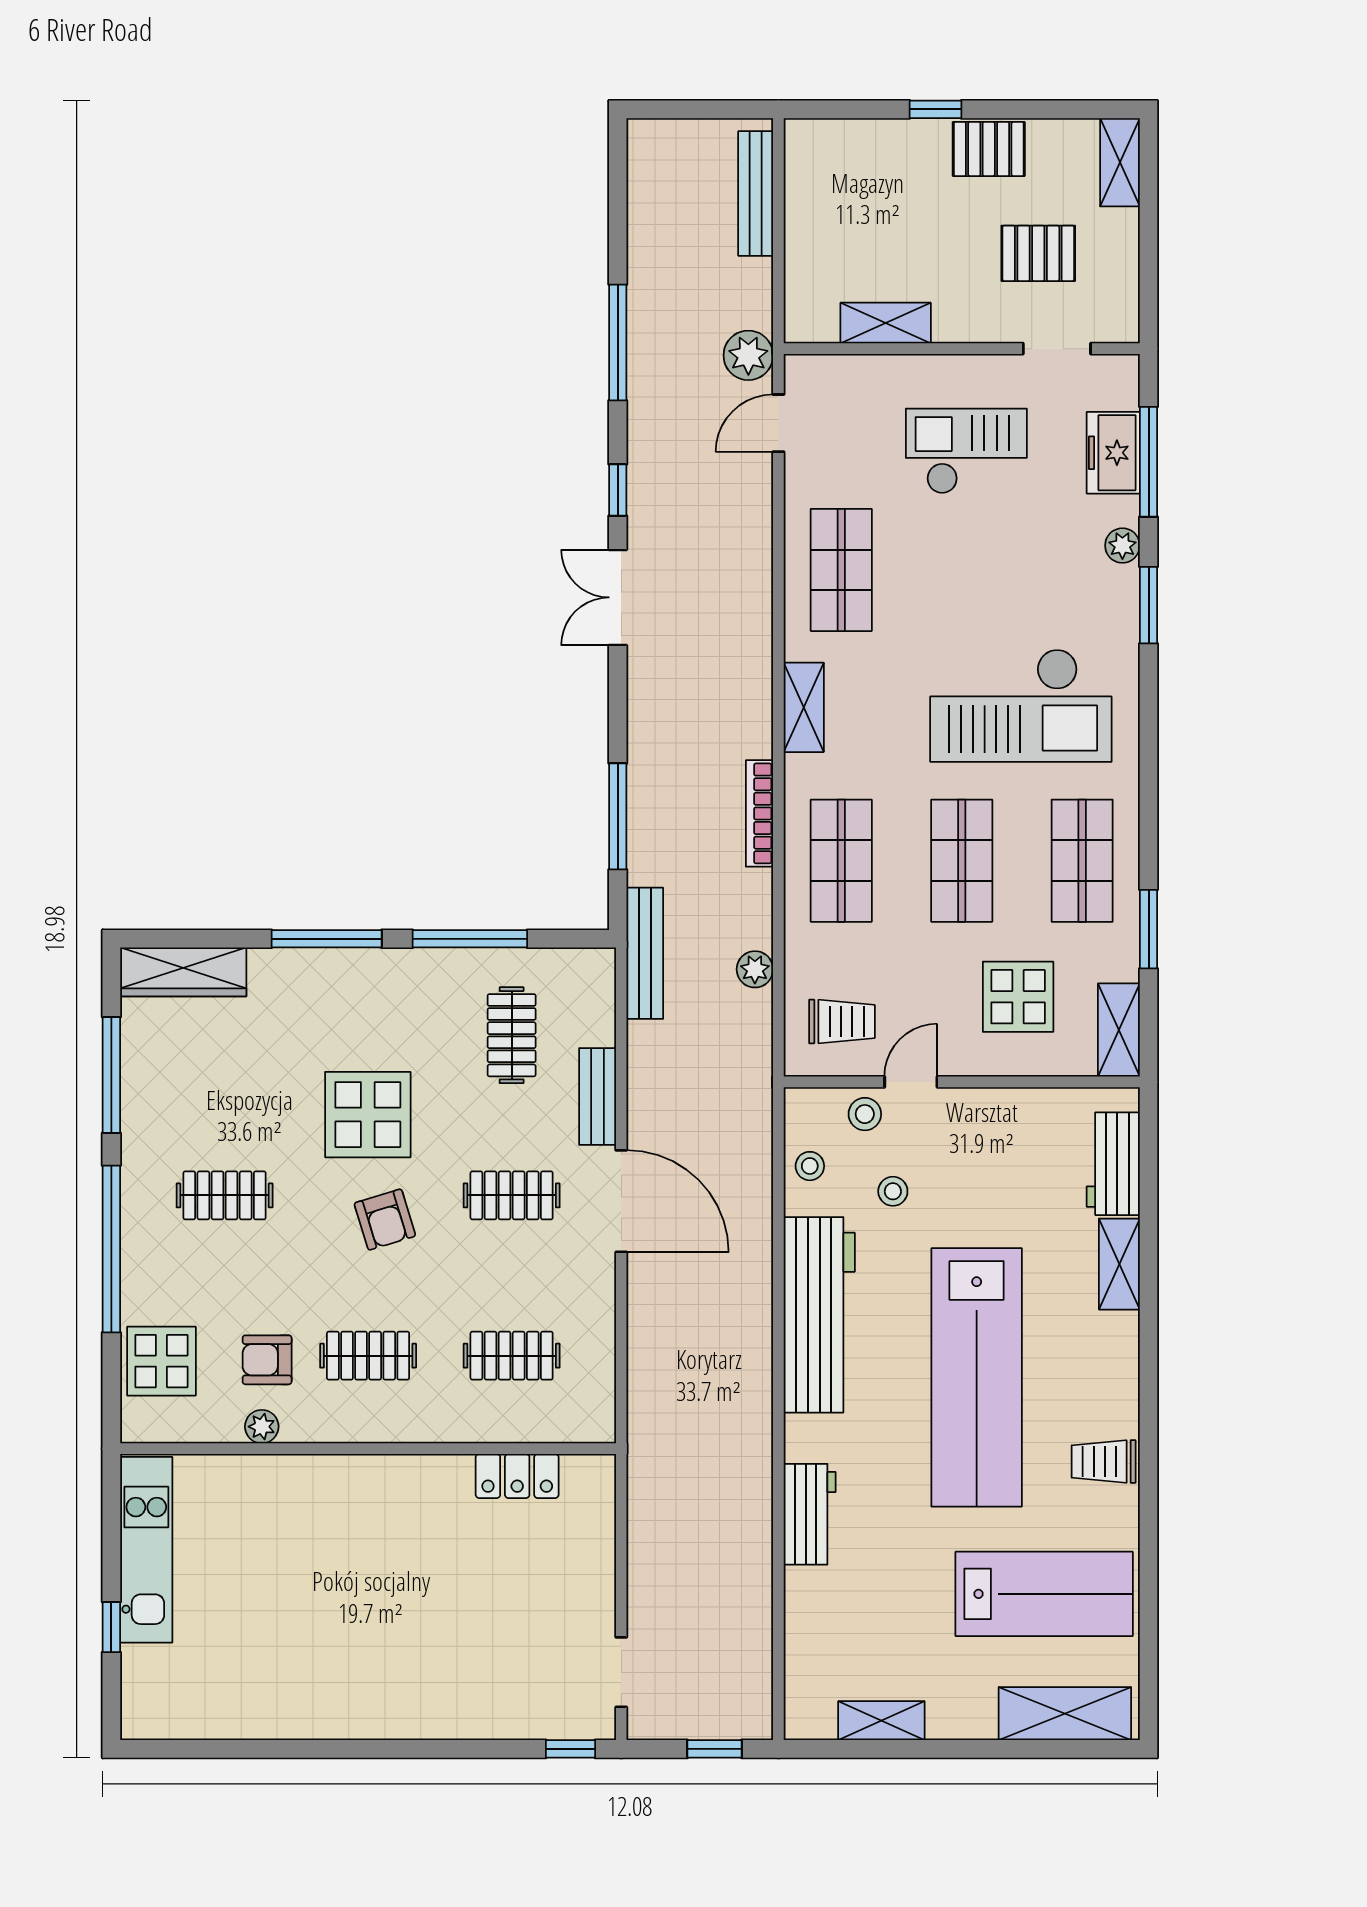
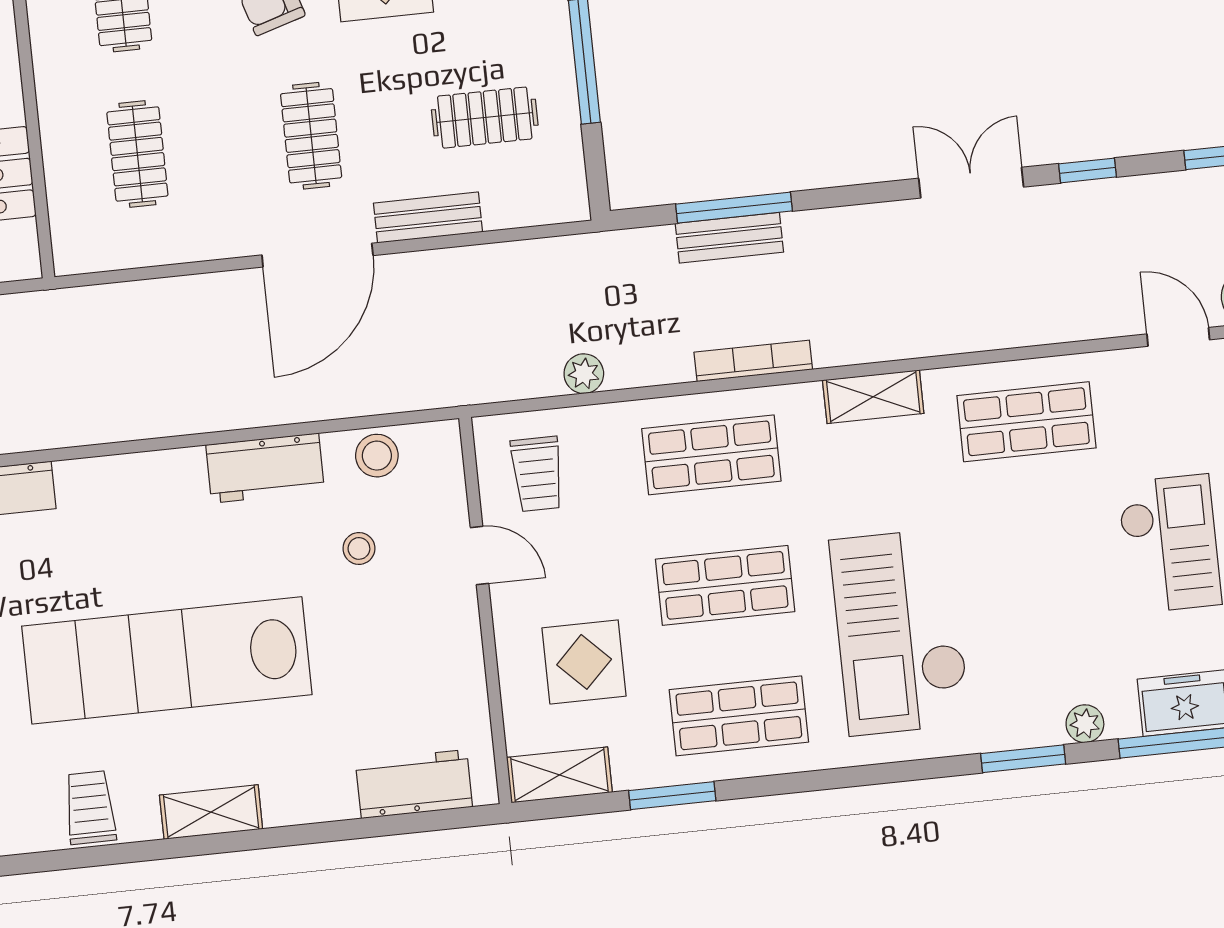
bench: (645, 953) -> (729, 238), moved, width x0.73
stool: (865, 1114) -> (439, 509), removed
stool: (810, 1166) -> (377, 456), width x1.37, depth x1.37
shelving: (1119, 1264) -> (211, 812), moved
workbench: (819, 1315) -> (265, 468), width x0.53, depth x0.76

